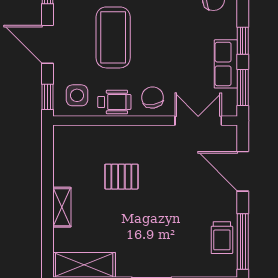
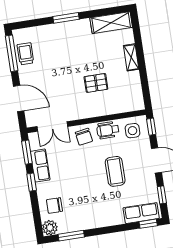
coffee table: (113, 37) -> (115, 171), width x0.73, depth x0.76

